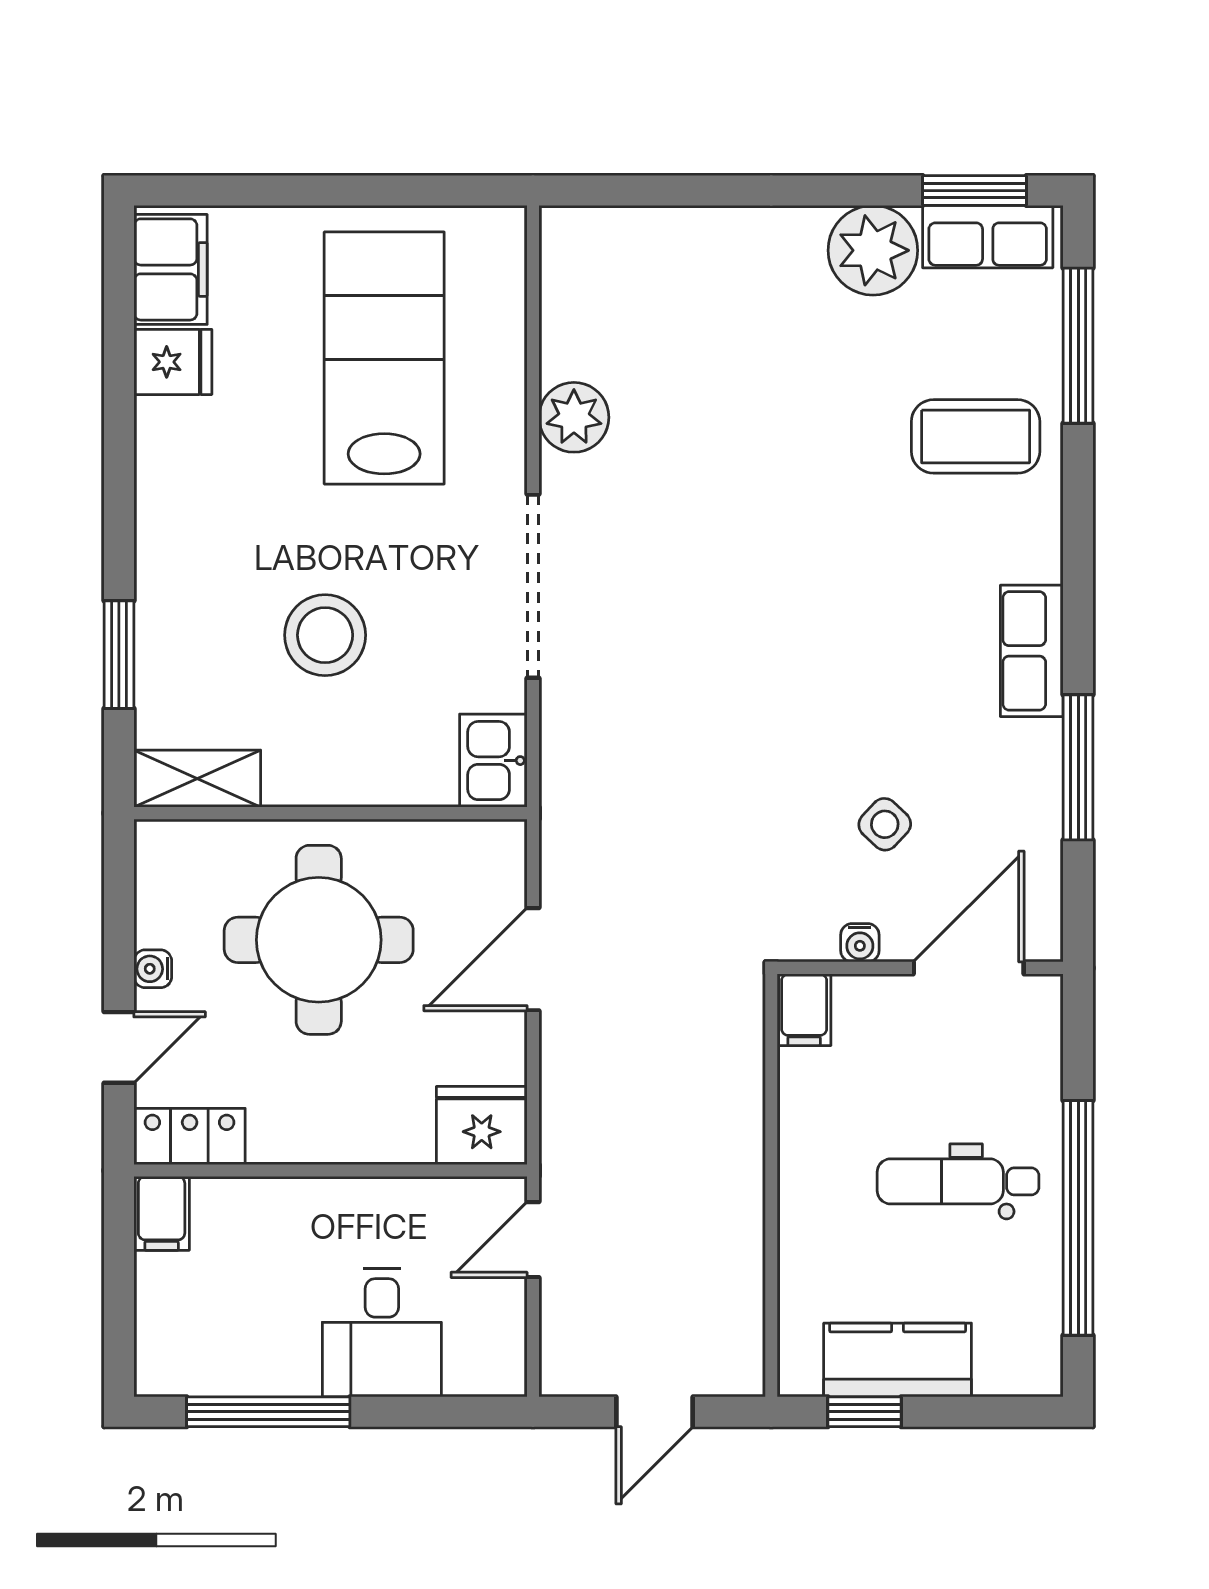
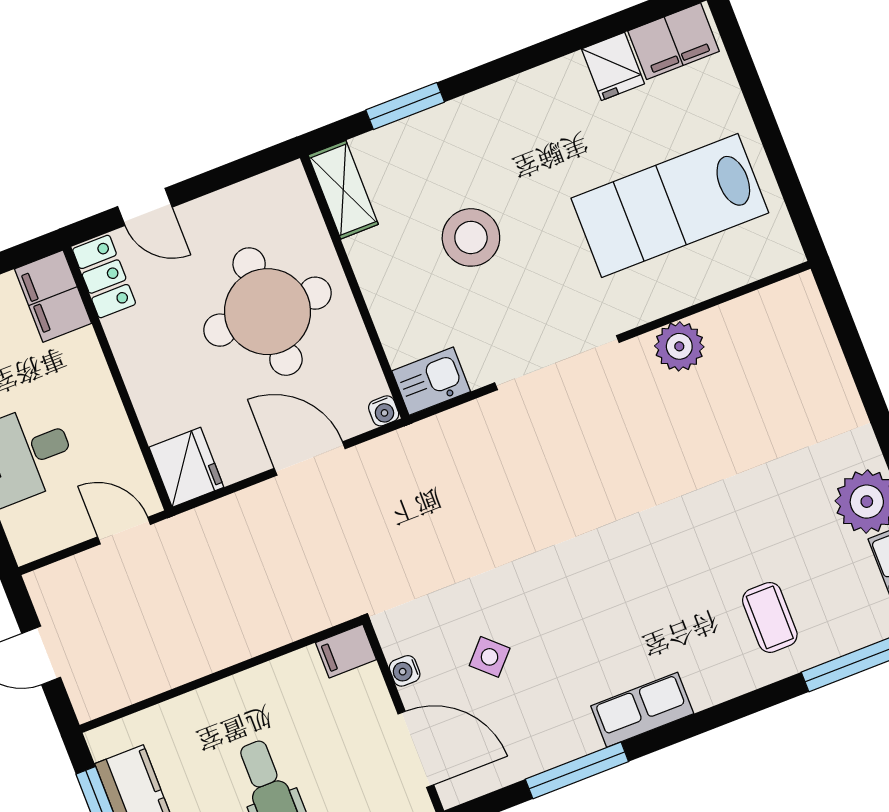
lab bench: (384, 358) -> (670, 205), turned 180
coffee table: (976, 436) -> (770, 617), width x0.73, depth x0.77
water cooler: (153, 969) -> (384, 411), moved, turned 180
filing cabinet: (162, 1213) -> (53, 296), width x2.00

